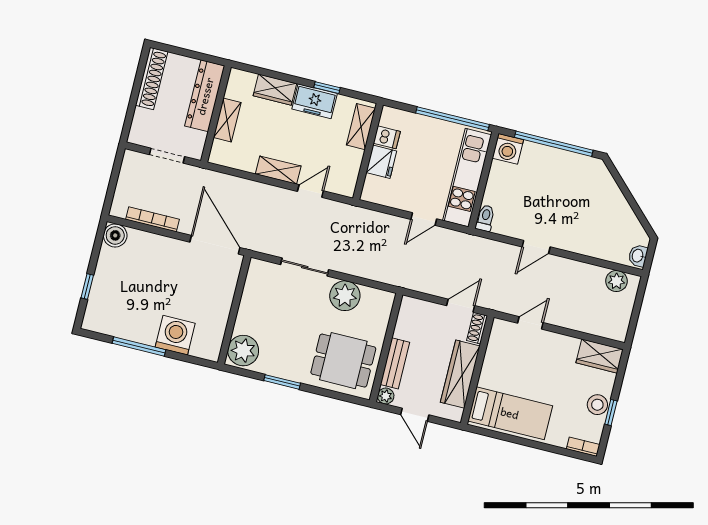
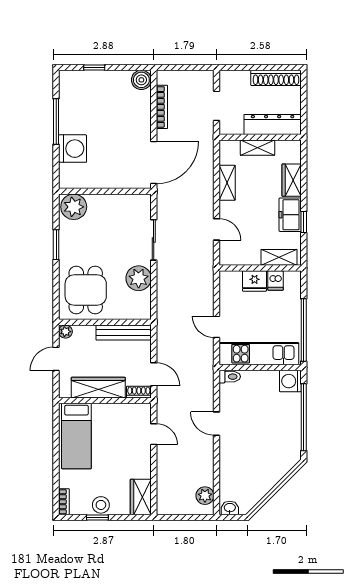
shelving: (278, 170) -> (227, 183), moved
bench: (395, 363) -> (124, 332), moved, width x1.36

